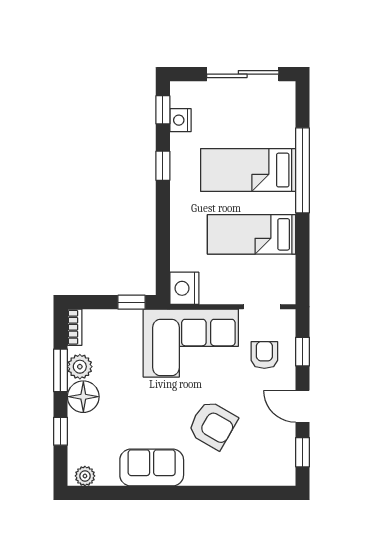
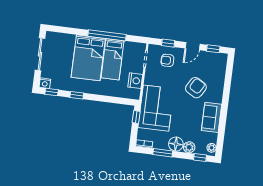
nightstand: (180, 120) -> (45, 83), moved
bed: (248, 170) -> (88, 58), width x1.50
window: (302, 170) -> (107, 35), moved
nightstand: (184, 288) -> (135, 81), moved, turned -90
corner sofa: (191, 343) -> (156, 108), moved
plant: (80, 367) -> (189, 147), moved
window: (60, 431) -> (200, 158), moved

